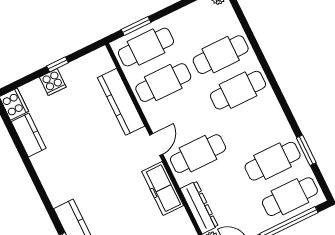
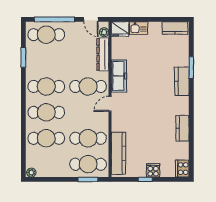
kitchen counter: (121, 102) -> (119, 153), moved
kitchen counter: (29, 135) -> (182, 128), moved
cafe table: (273, 161) -> (46, 86), moved

